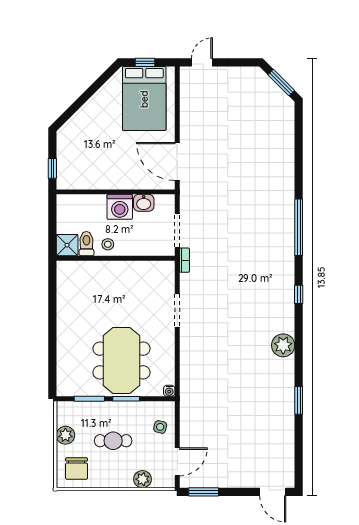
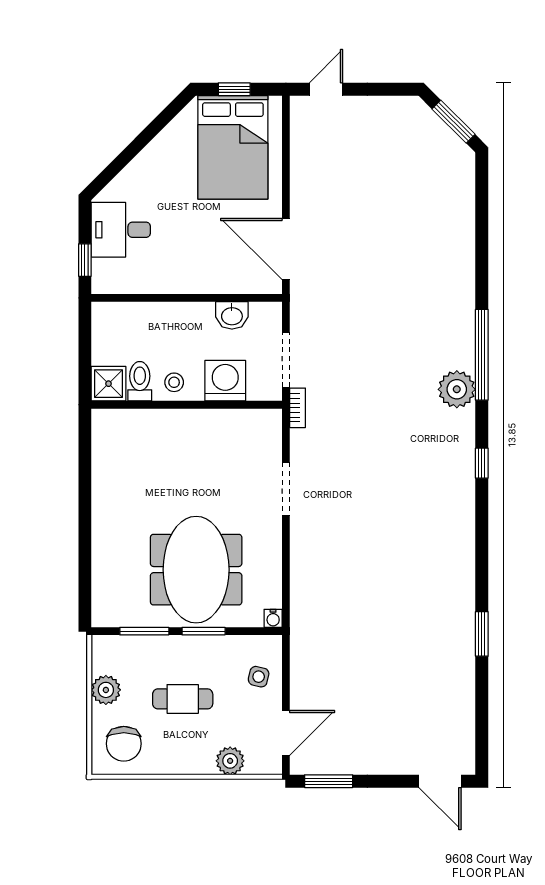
desk: (75, 150) -> (121, 230), added
washing machine: (120, 207) -> (225, 381), moved, turned 180
plant: (283, 345) -> (457, 389), moved

